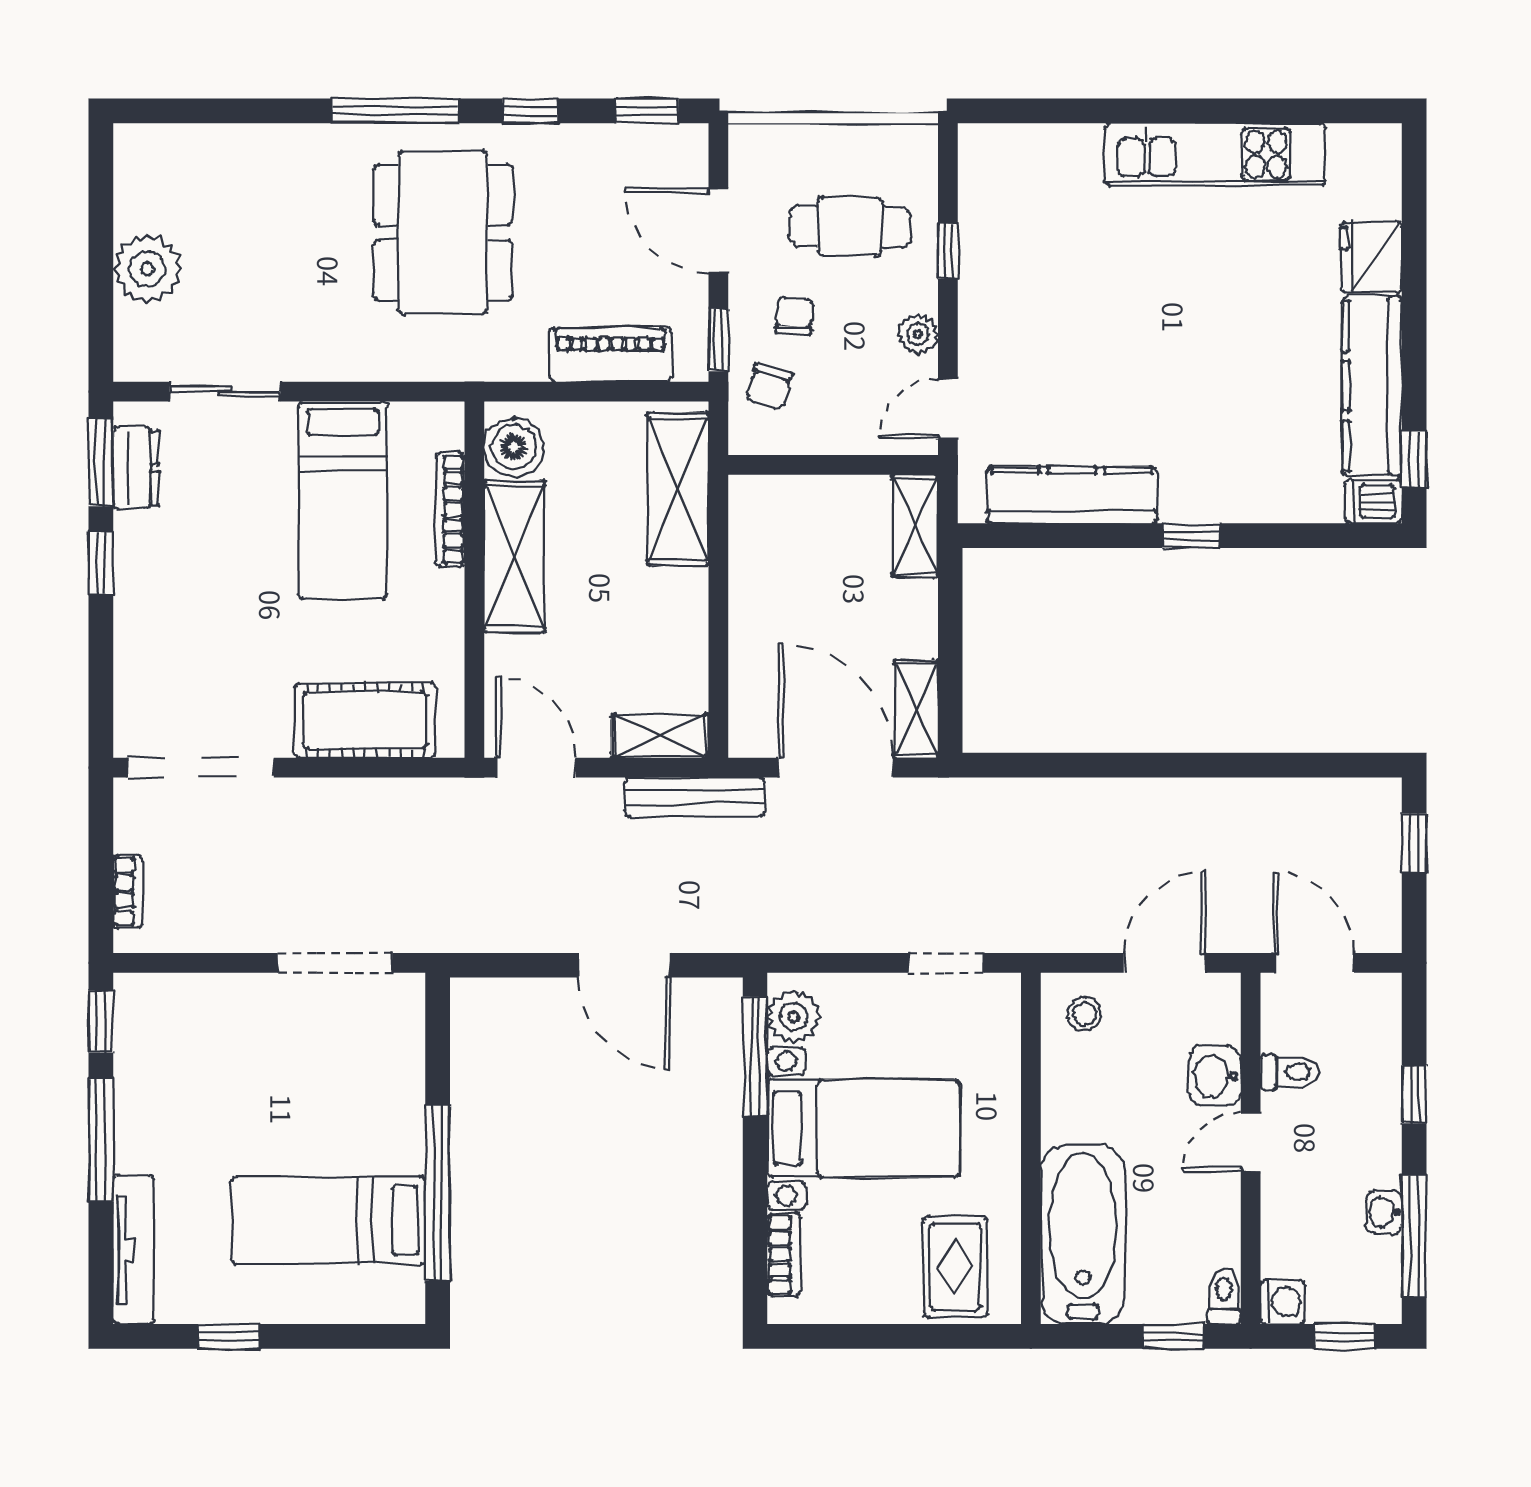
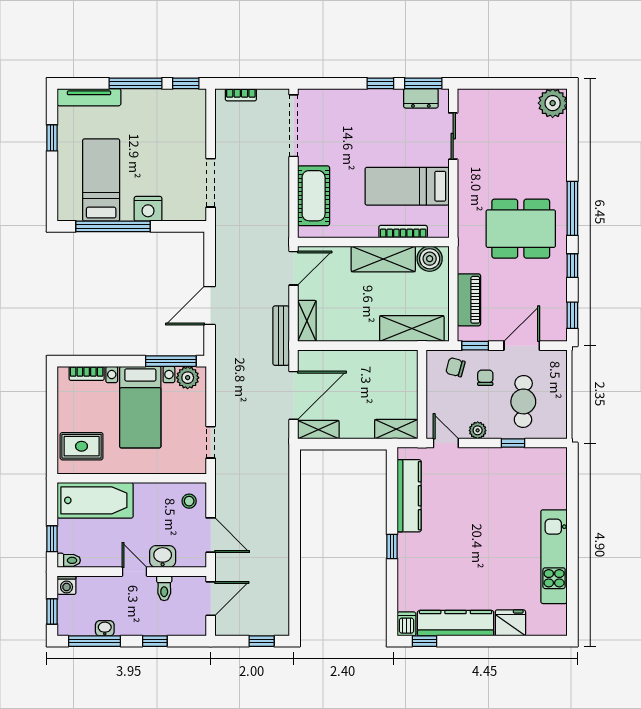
plant: (147, 269) -> (553, 103), moved
chair: (794, 316) -> (485, 378), turned -94
nightstand: (396, 1110) -> (148, 209), added

